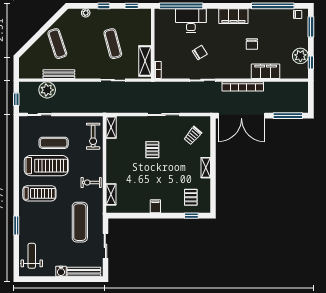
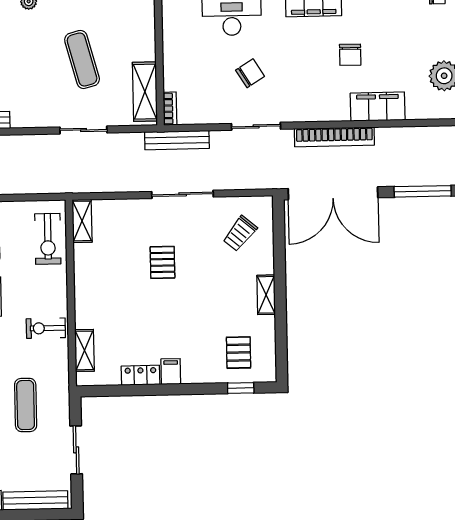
bench: (161, 86) -> (177, 140), added
locker: (140, 208) -> (141, 375), added
exercise mat: (80, 222) -> (26, 405), width x0.73, depth x0.69

